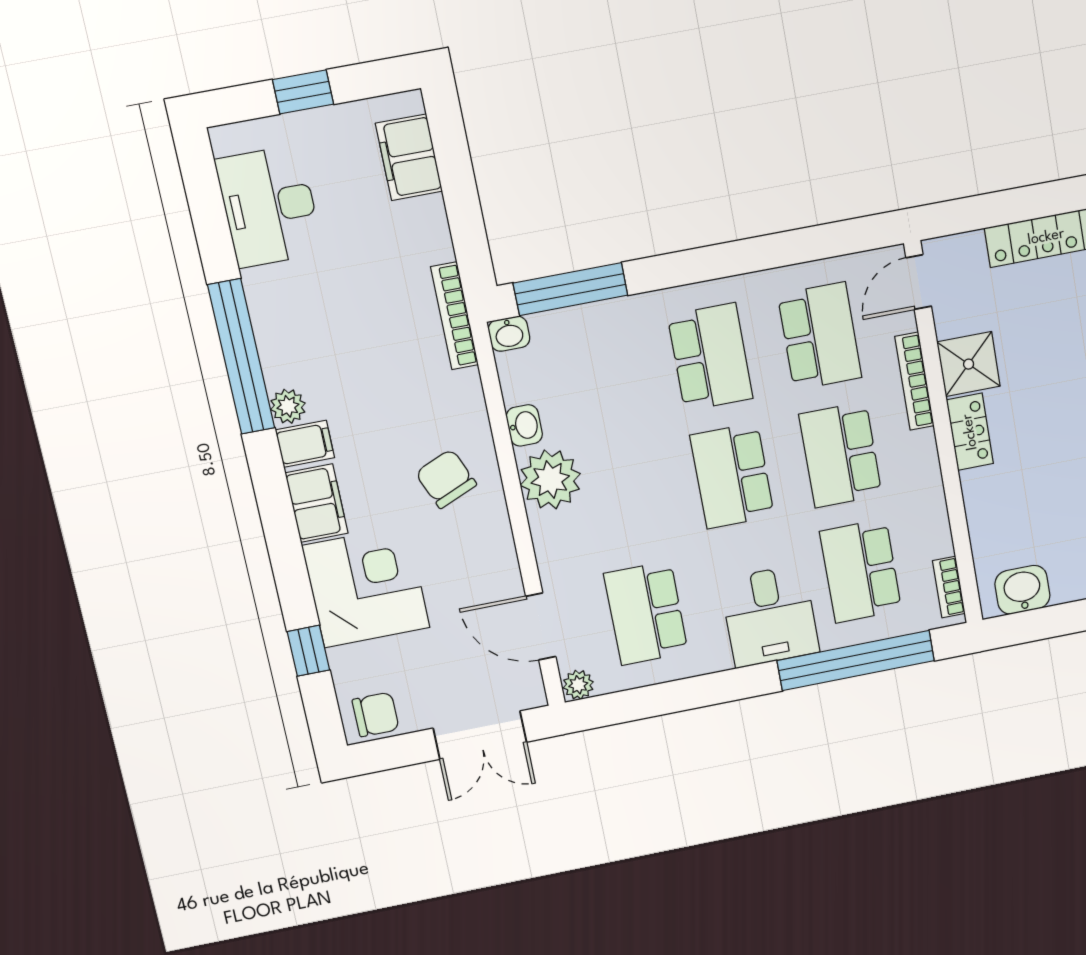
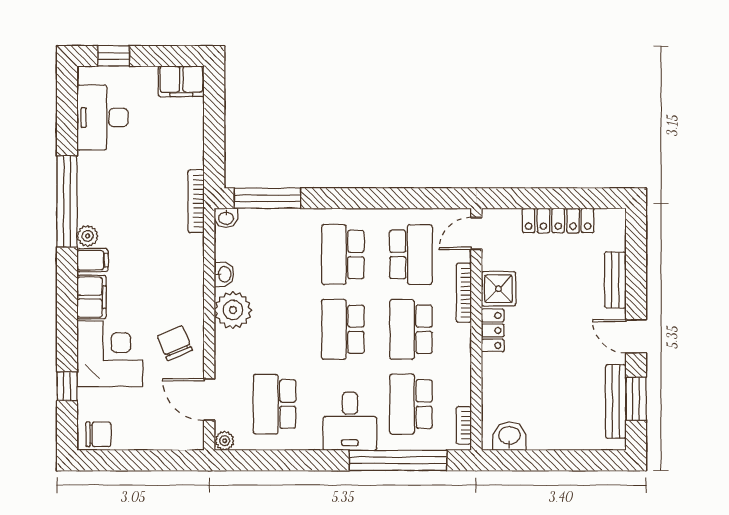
window: (303, 92) -> (114, 56), moved
filing cabinet: (409, 157) -> (181, 81), moved, turned -90
school desk: (710, 357) -> (343, 254), turned 180
chair: (446, 479) -> (175, 343), moved
double door: (480, 735) -> (159, 460), removed

